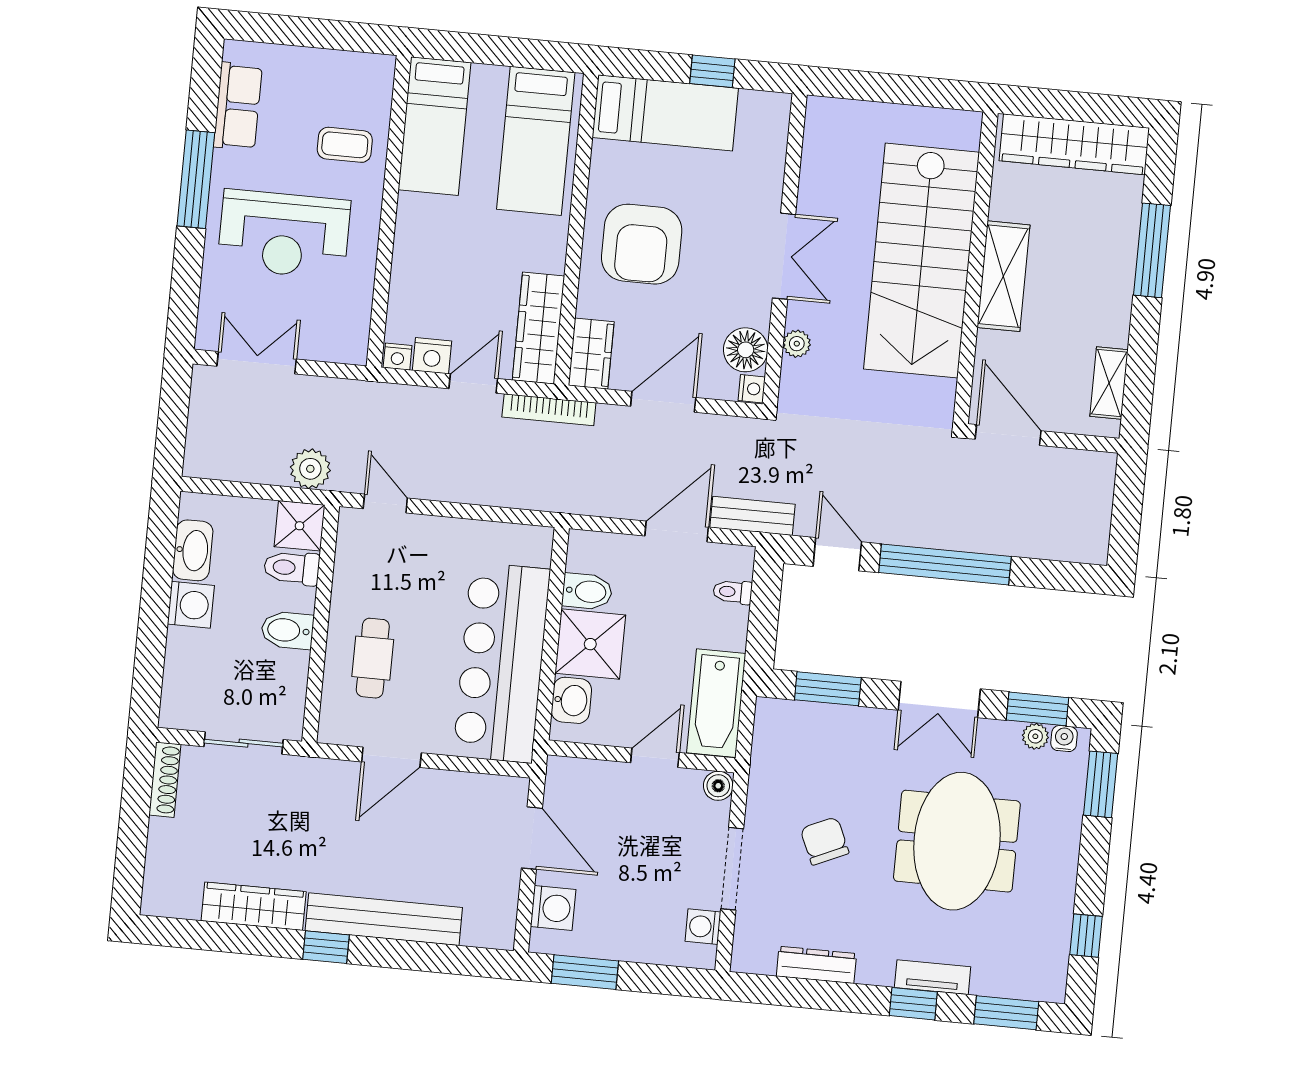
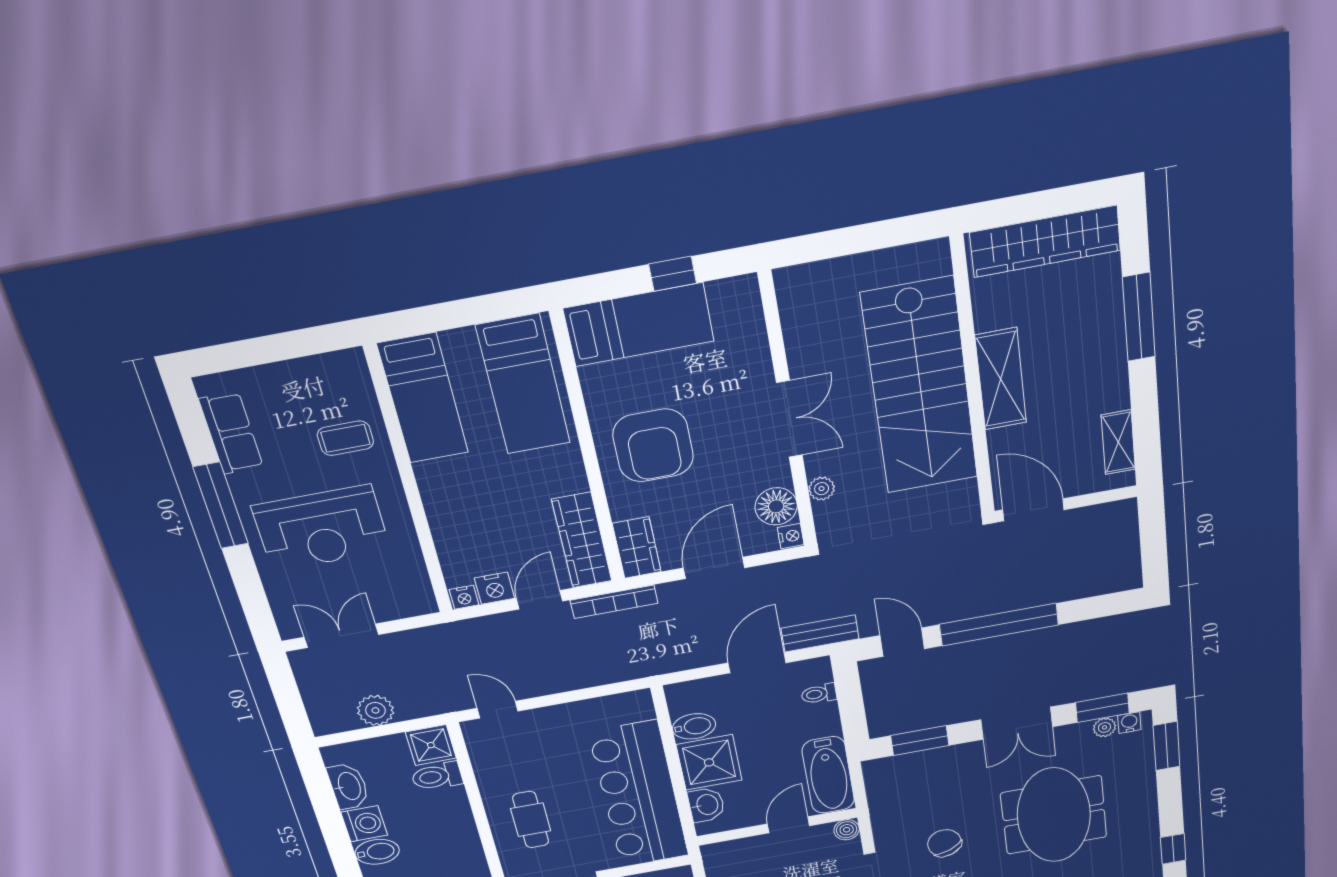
plant: (310, 469) -> (375, 710), moved
bidet: (287, 630) -> (377, 852), moved, turned 180

